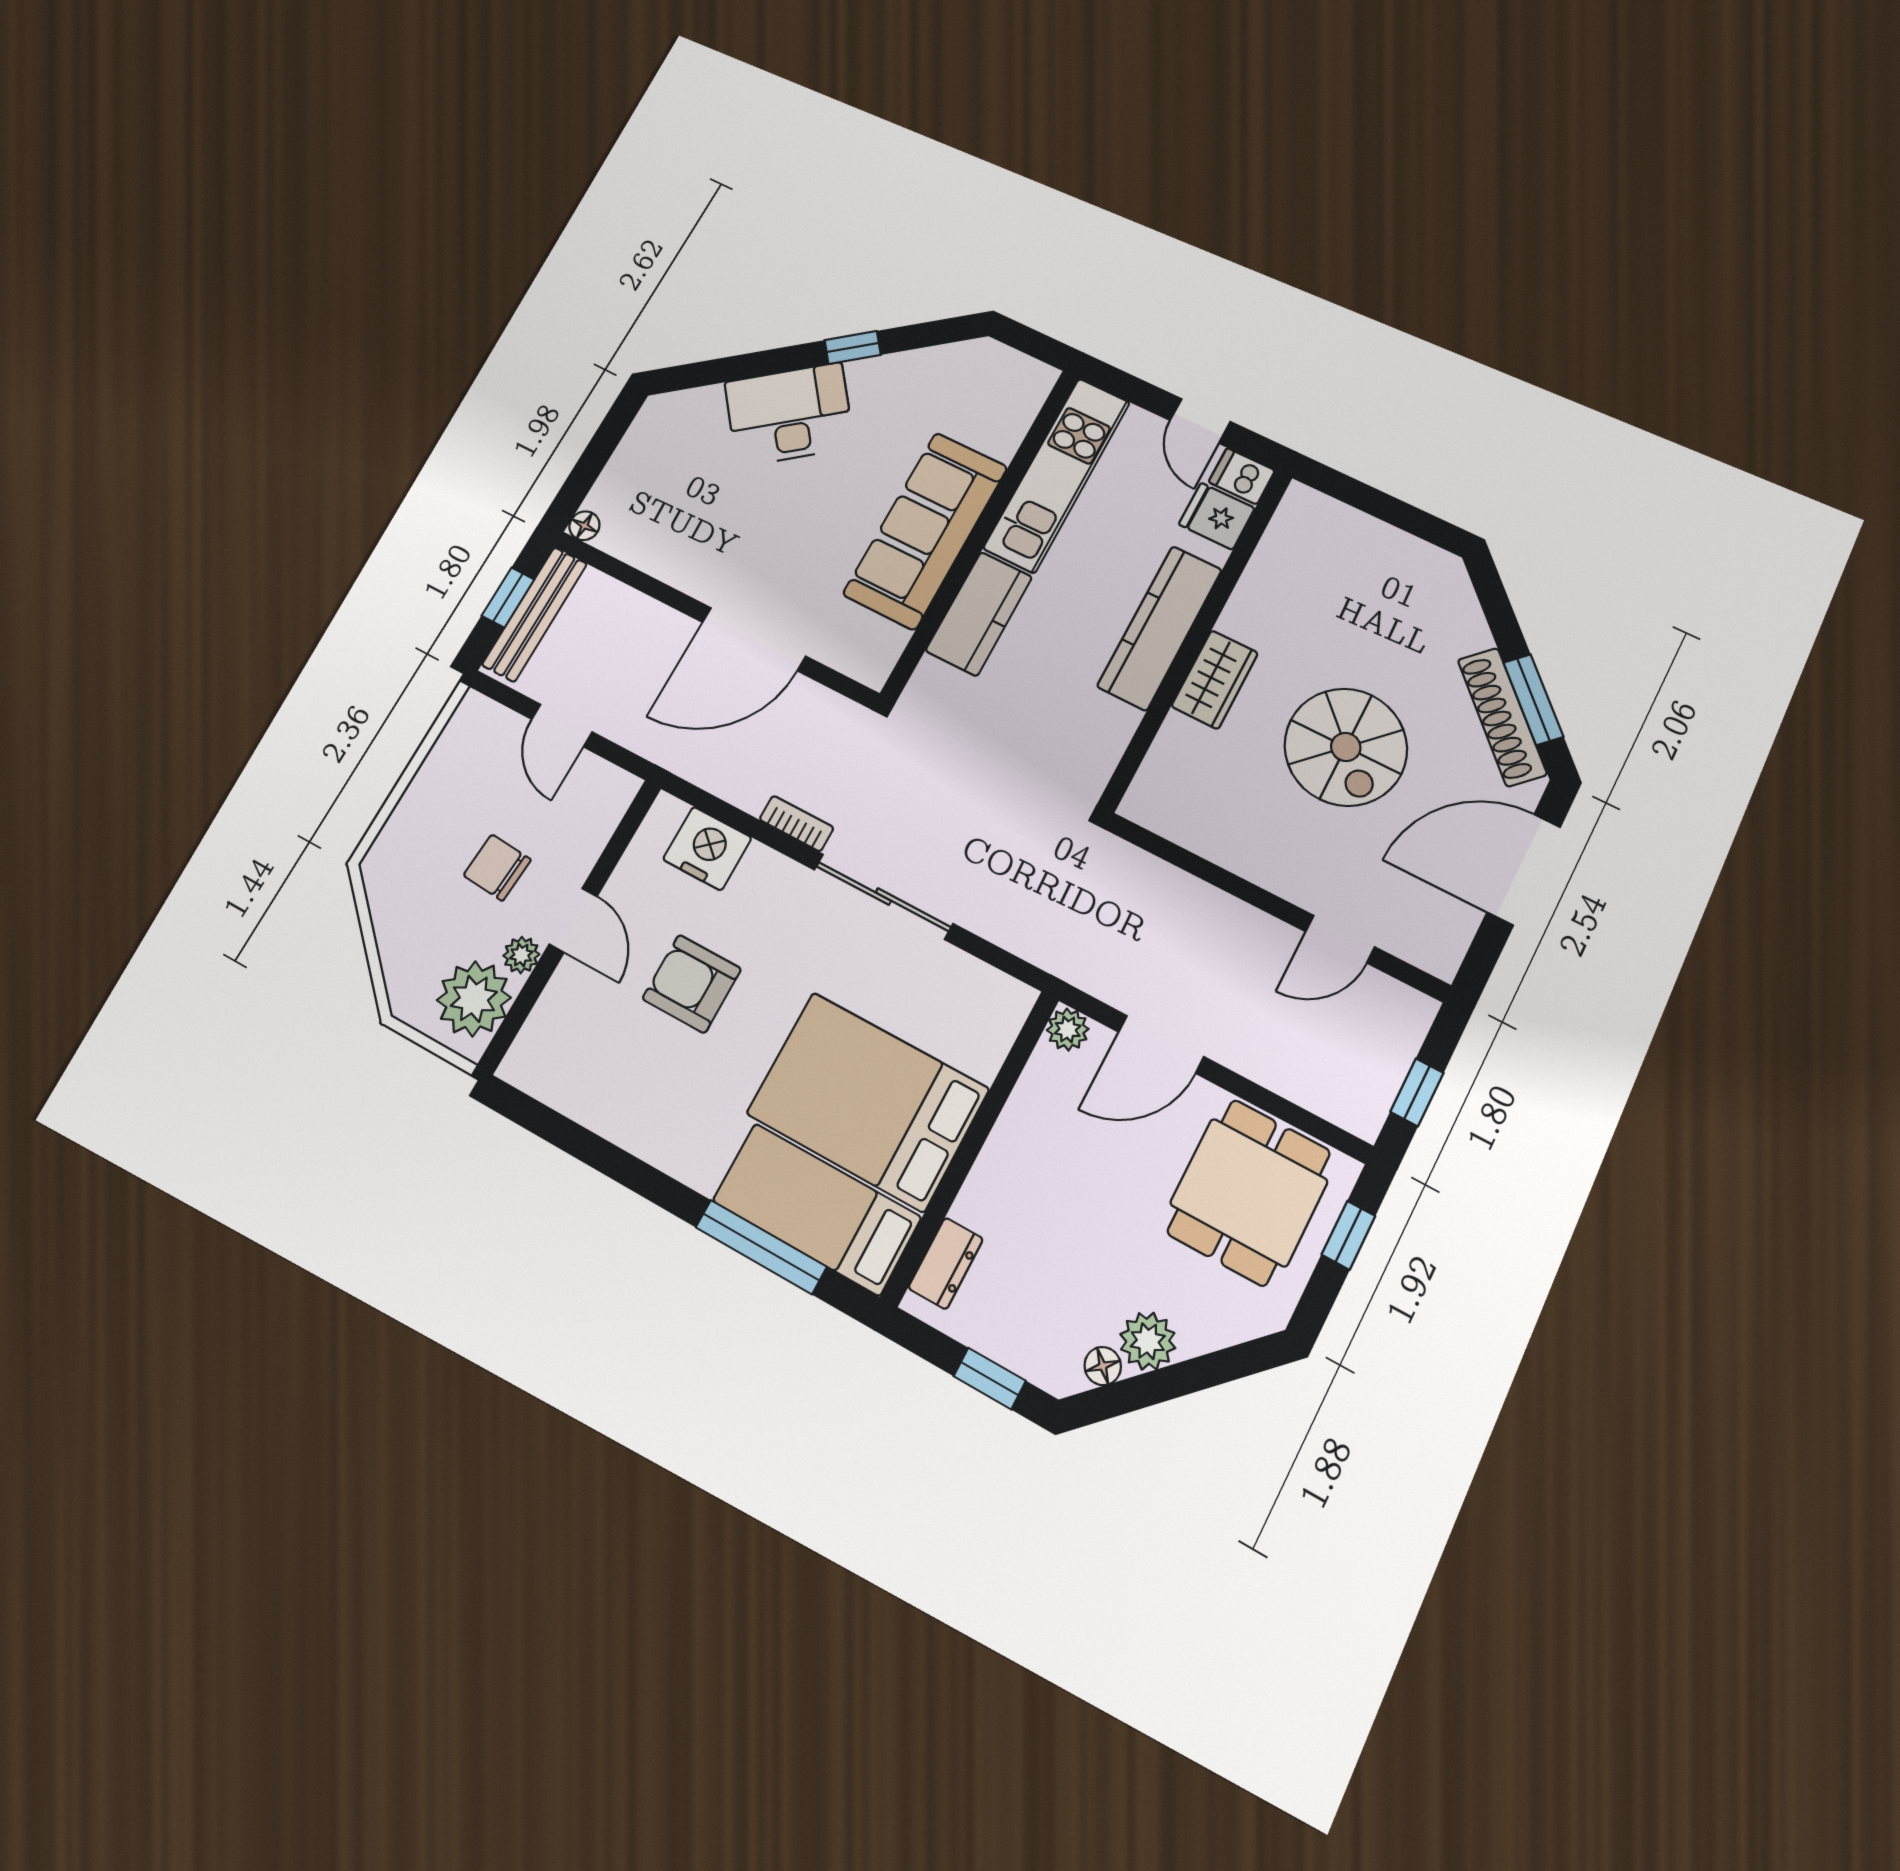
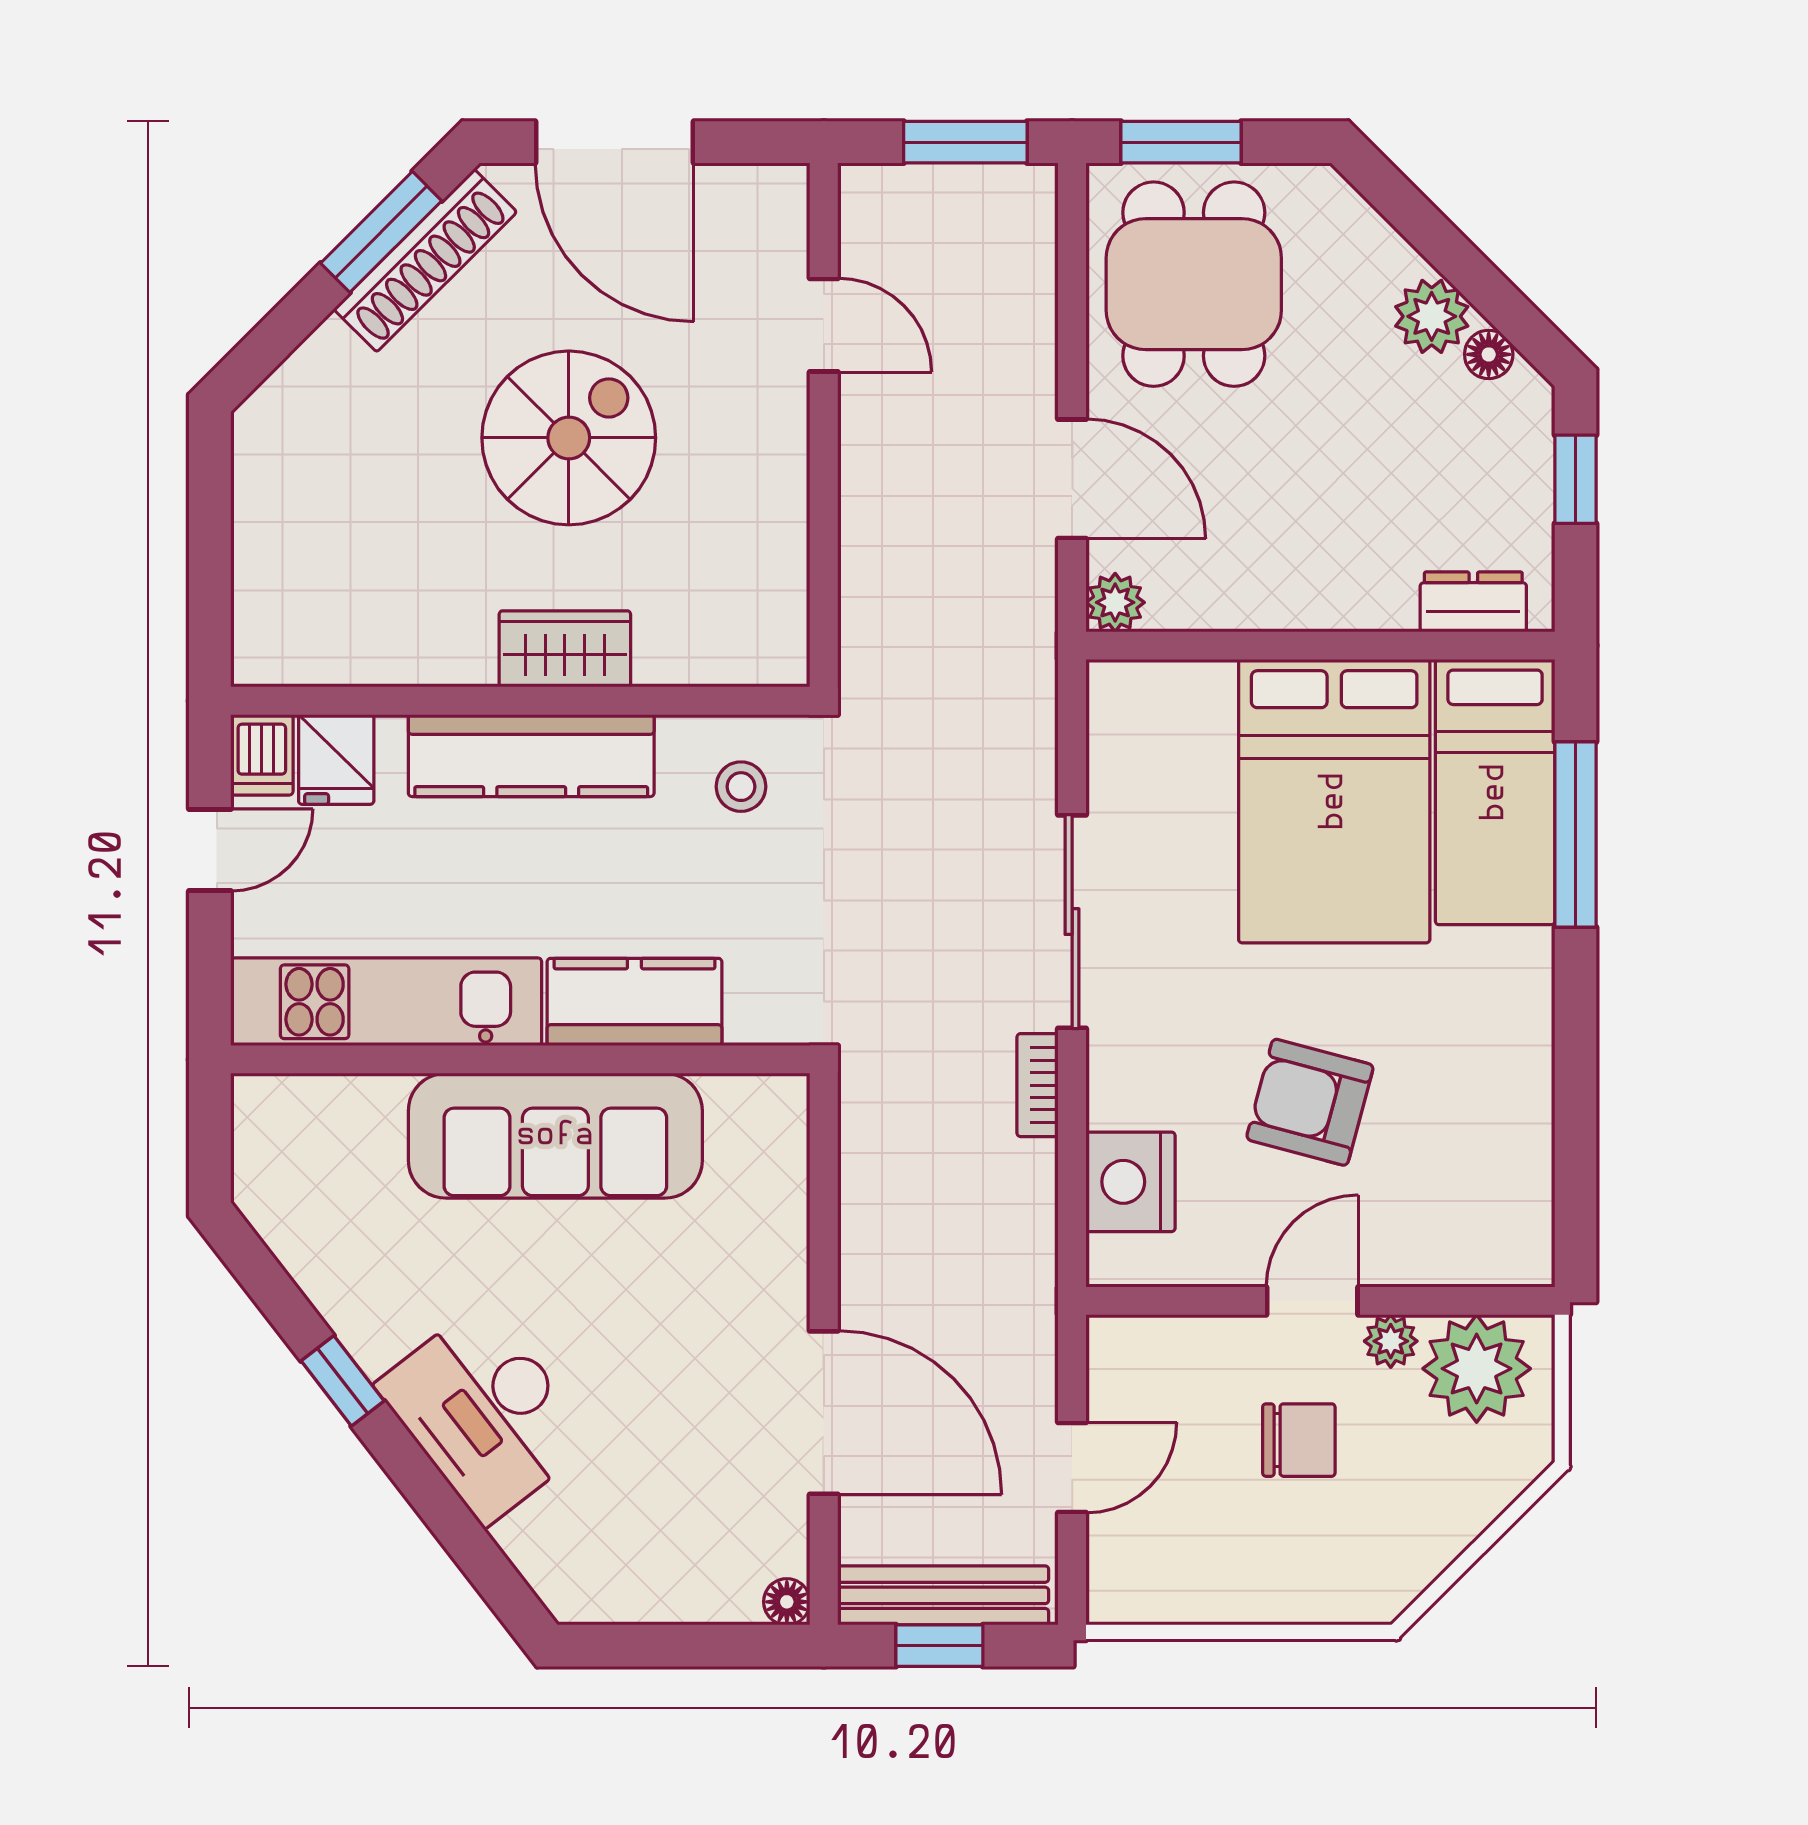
door: (754, 639) -> (824, 1413), moved
stool: (1075, 741) -> (741, 787), added
chair: (497, 868) -> (1299, 1440), turned -94
armchair: (692, 984) -> (1310, 1102), turned 105
window: (1417, 1092) -> (965, 142), width x1.50
dining table: (1249, 1192) -> (1194, 284), turned 90
window: (1348, 1235) -> (1181, 142), width x1.50

